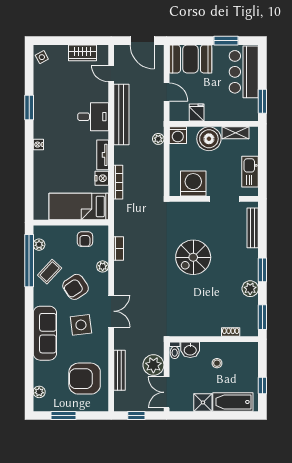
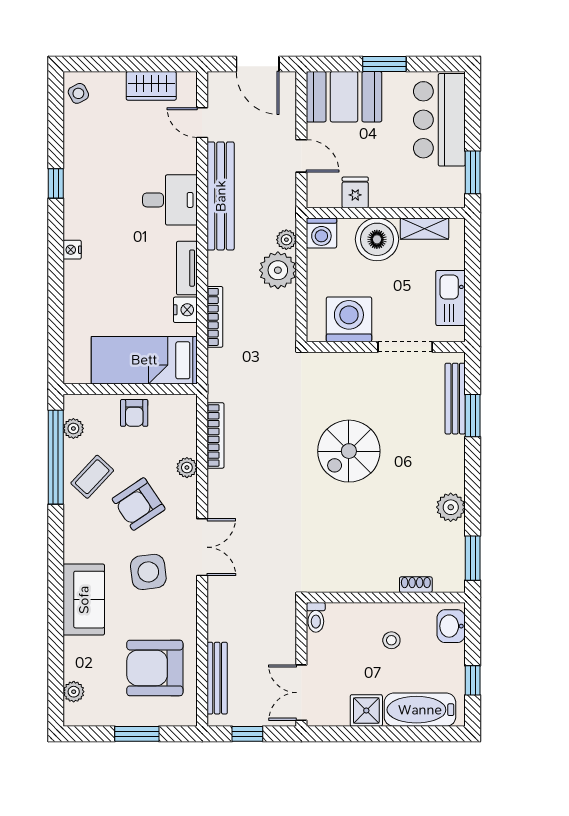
window: (226, 41) -> (384, 64), moved
window: (29, 107) -> (56, 183), width x0.67
armchair: (85, 239) -> (134, 413), moved
bookcase: (119, 249) -> (215, 435), width x1.56
window: (262, 270) -> (473, 416), moved
sofa: (45, 333) -> (84, 600), width x0.73
washbasin: (190, 350) -> (451, 626), moved, turned 90
plant: (153, 365) -> (278, 270), moved
bench: (119, 370) -> (217, 678), moved
window: (63, 416) -> (137, 734), moved

